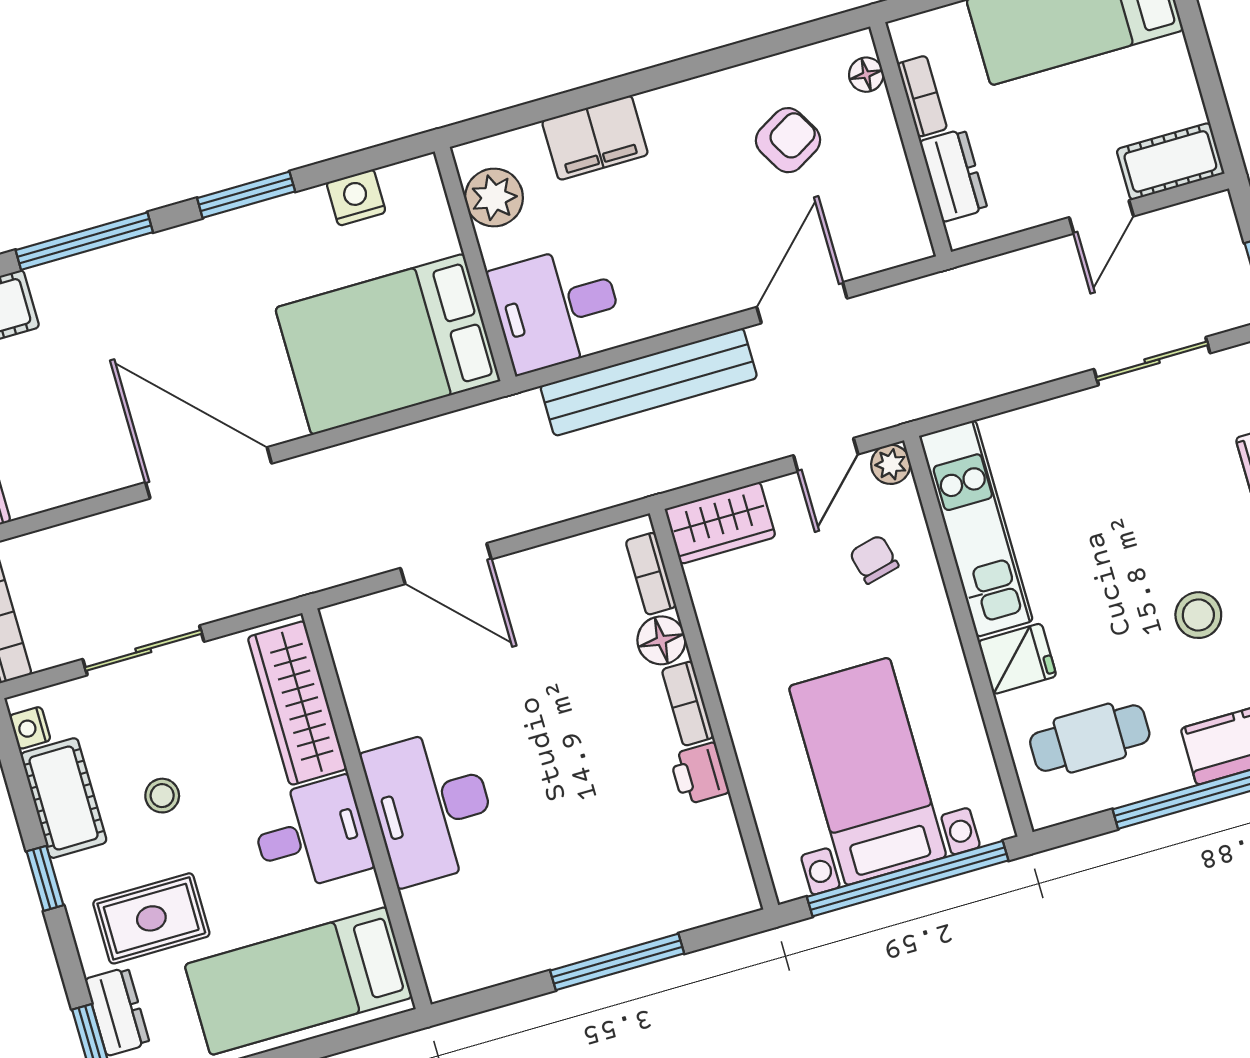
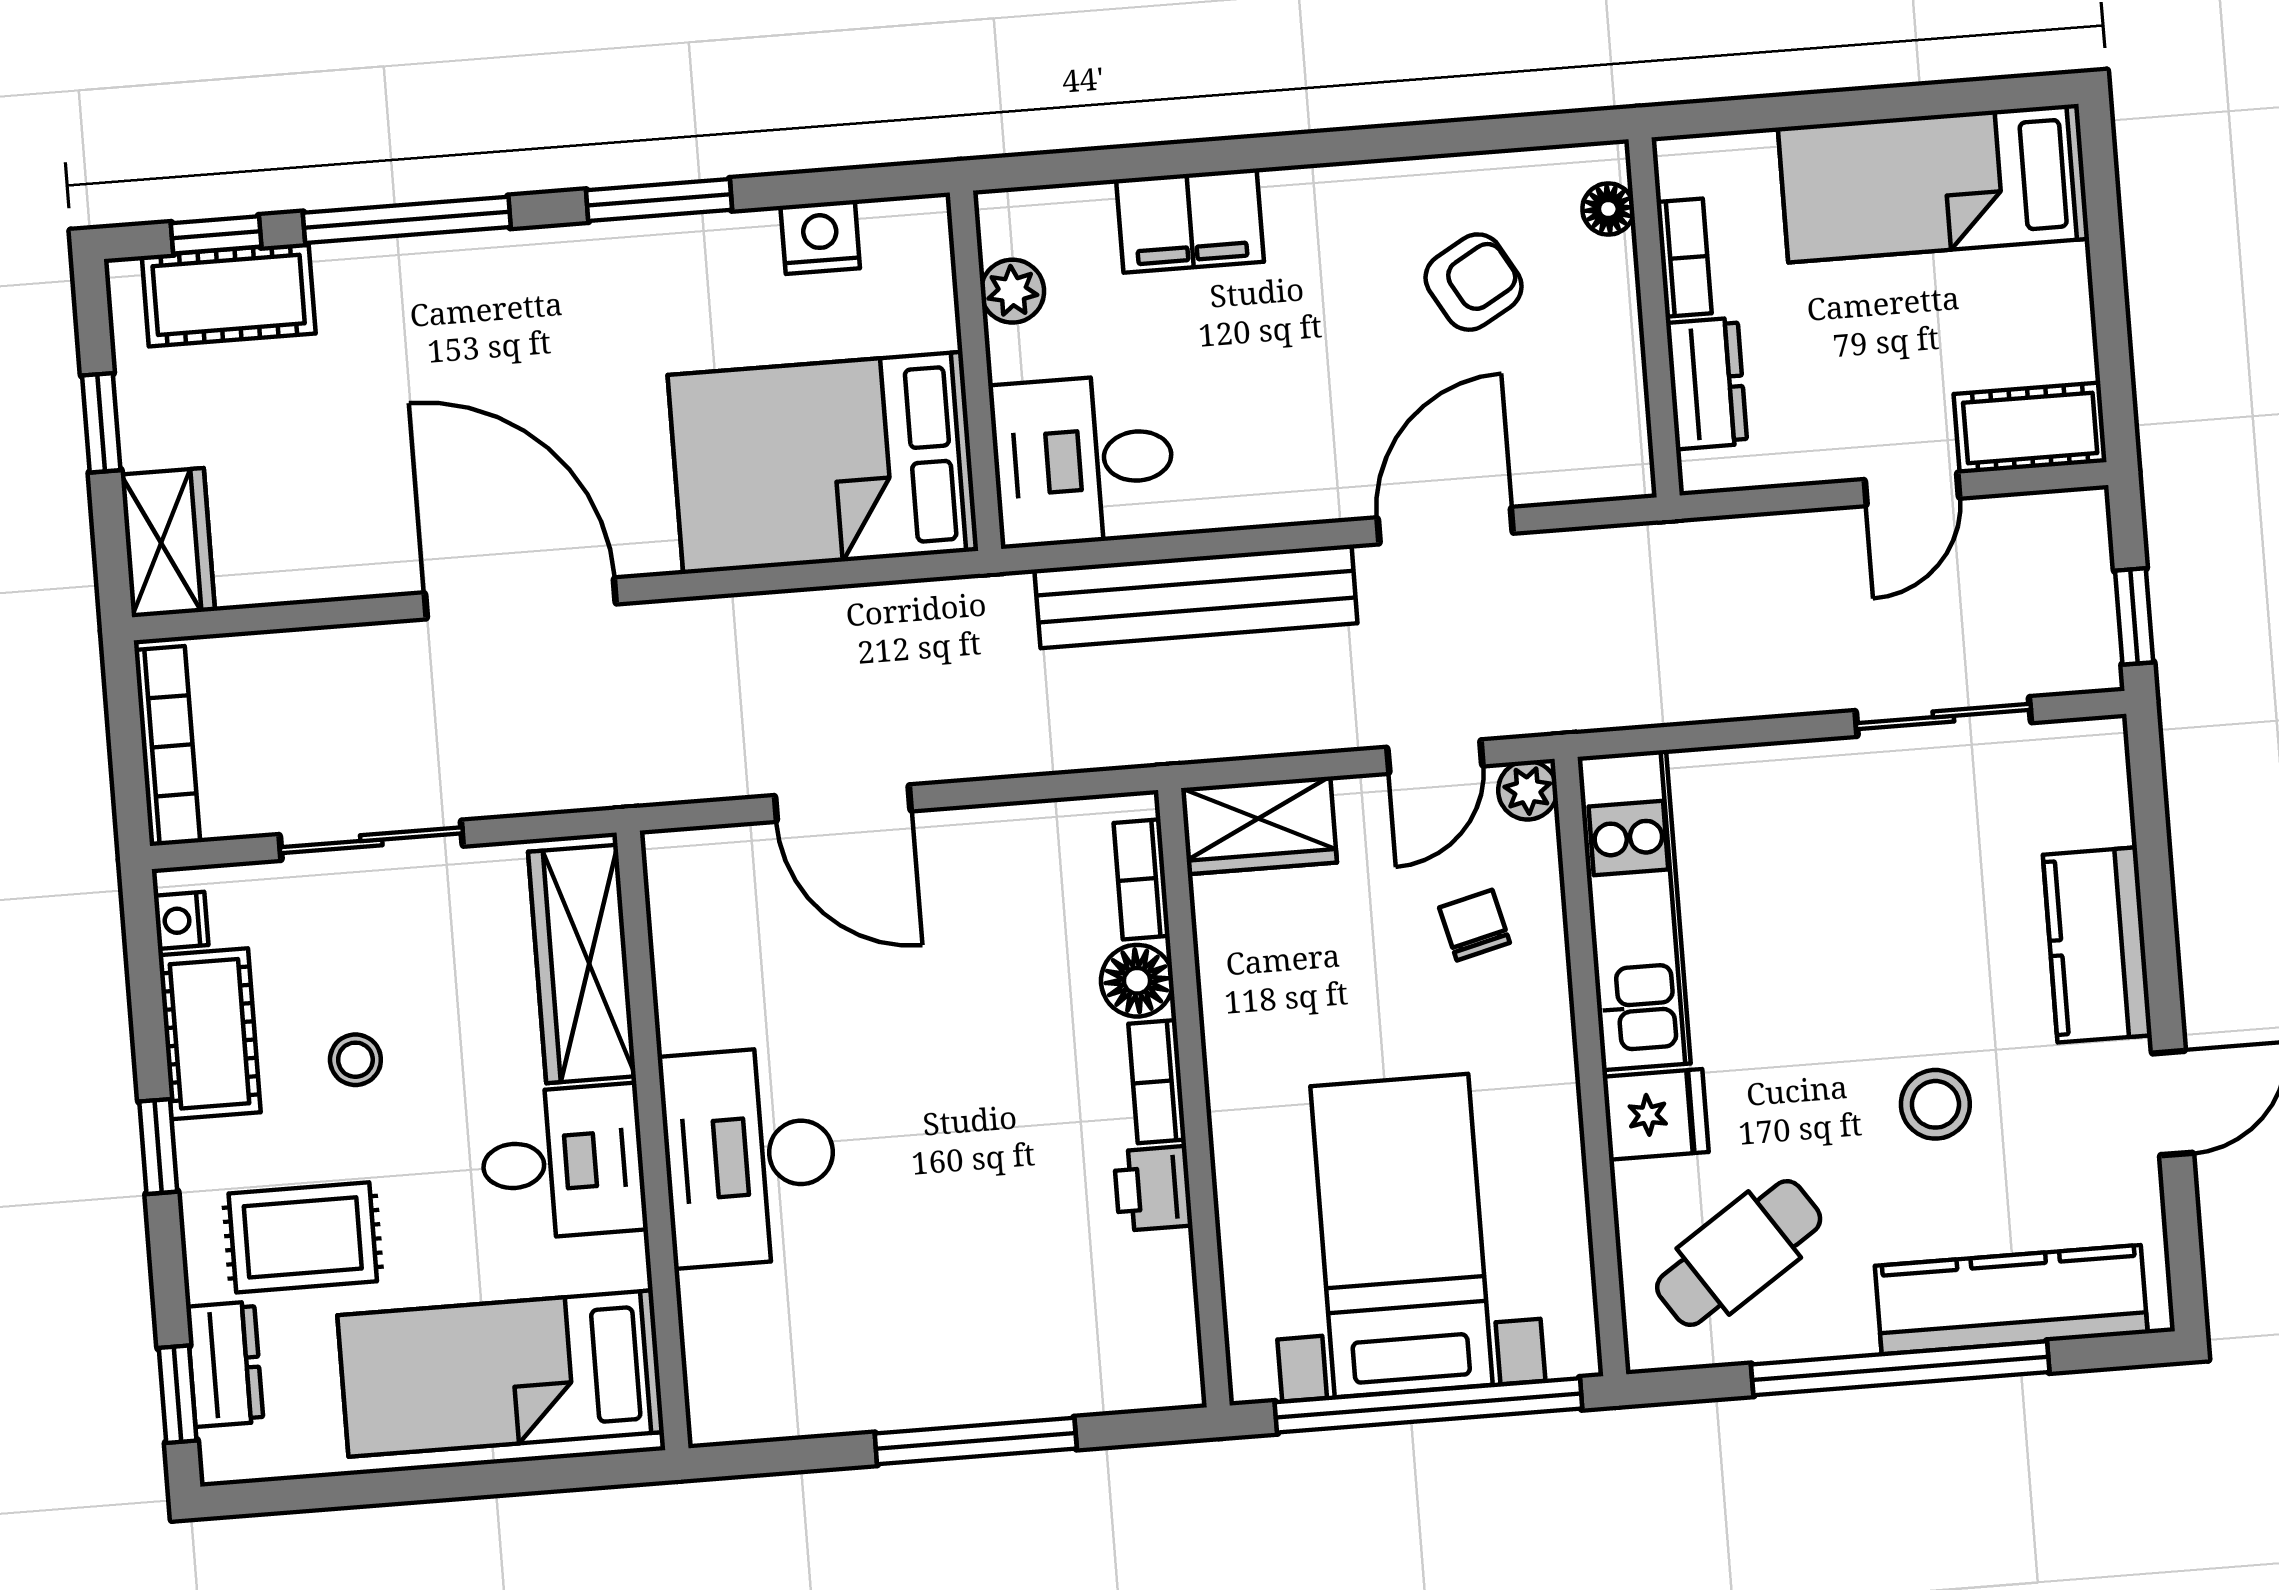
plant: (494, 198) -> (1012, 291), width x0.73, depth x0.73
cafe table: (1090, 738) -> (1739, 1253), turned -34

